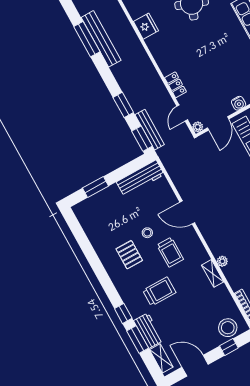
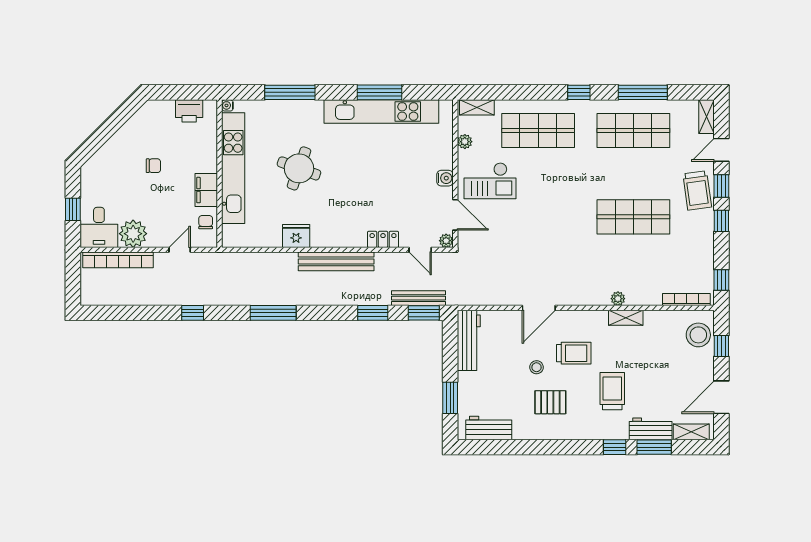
bench: (101, 39) -> (336, 261), moved
workbench: (90, 223) -> (489, 428), added

